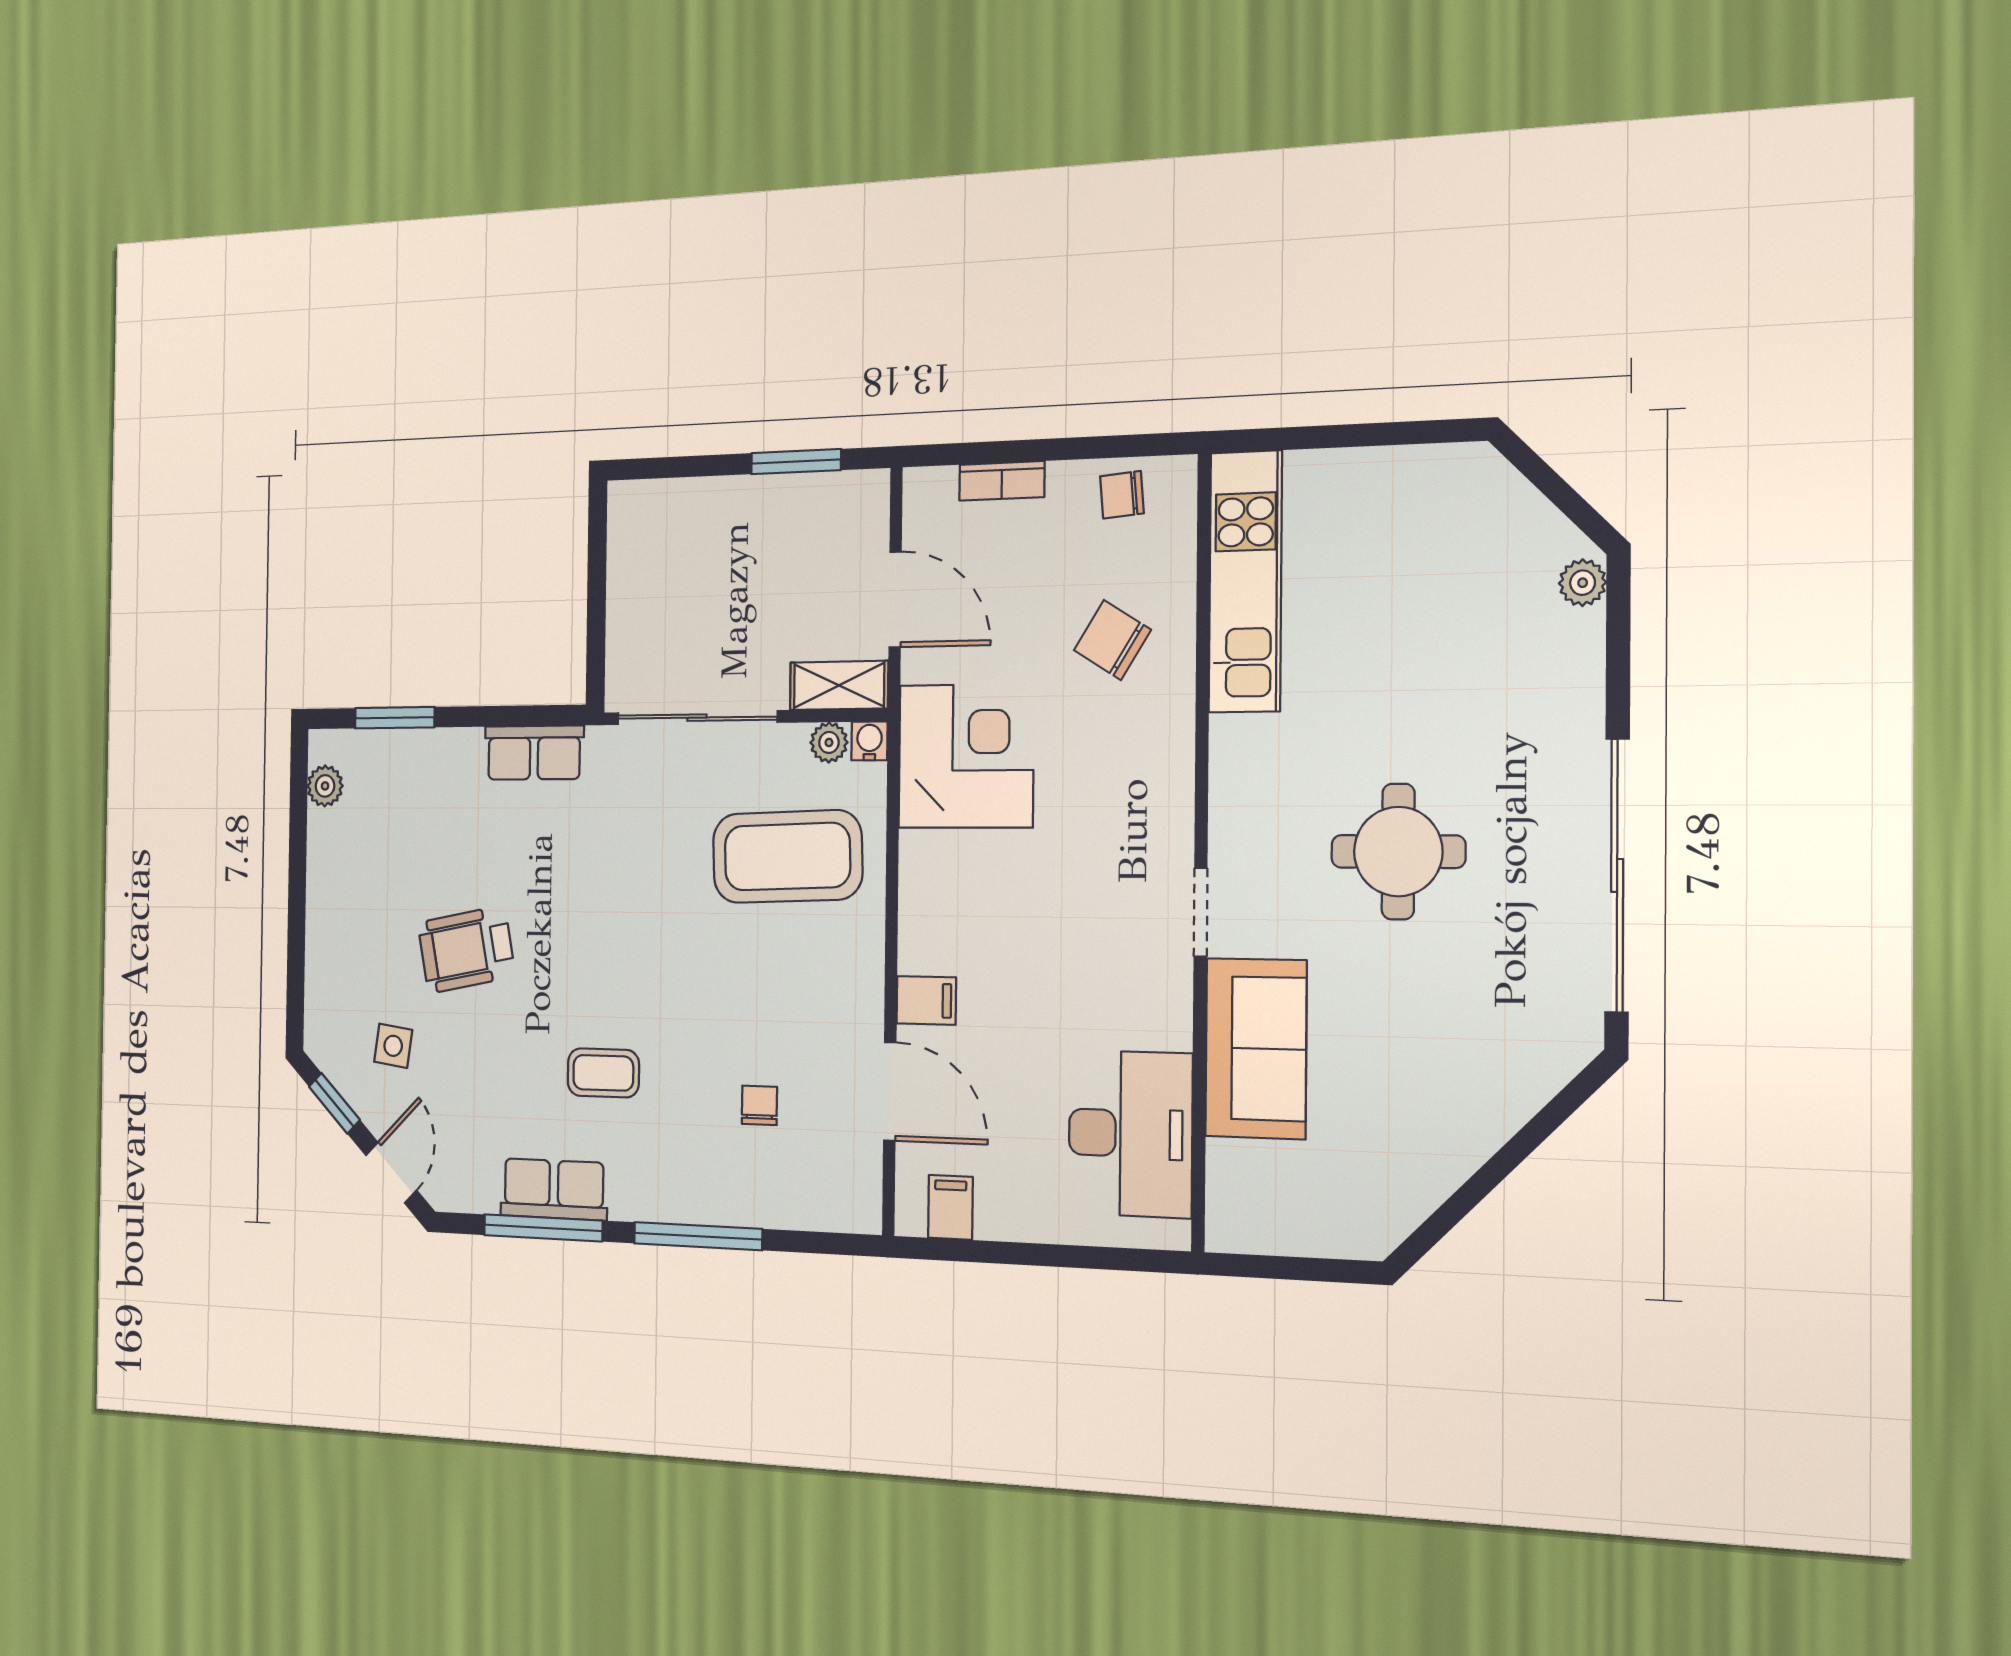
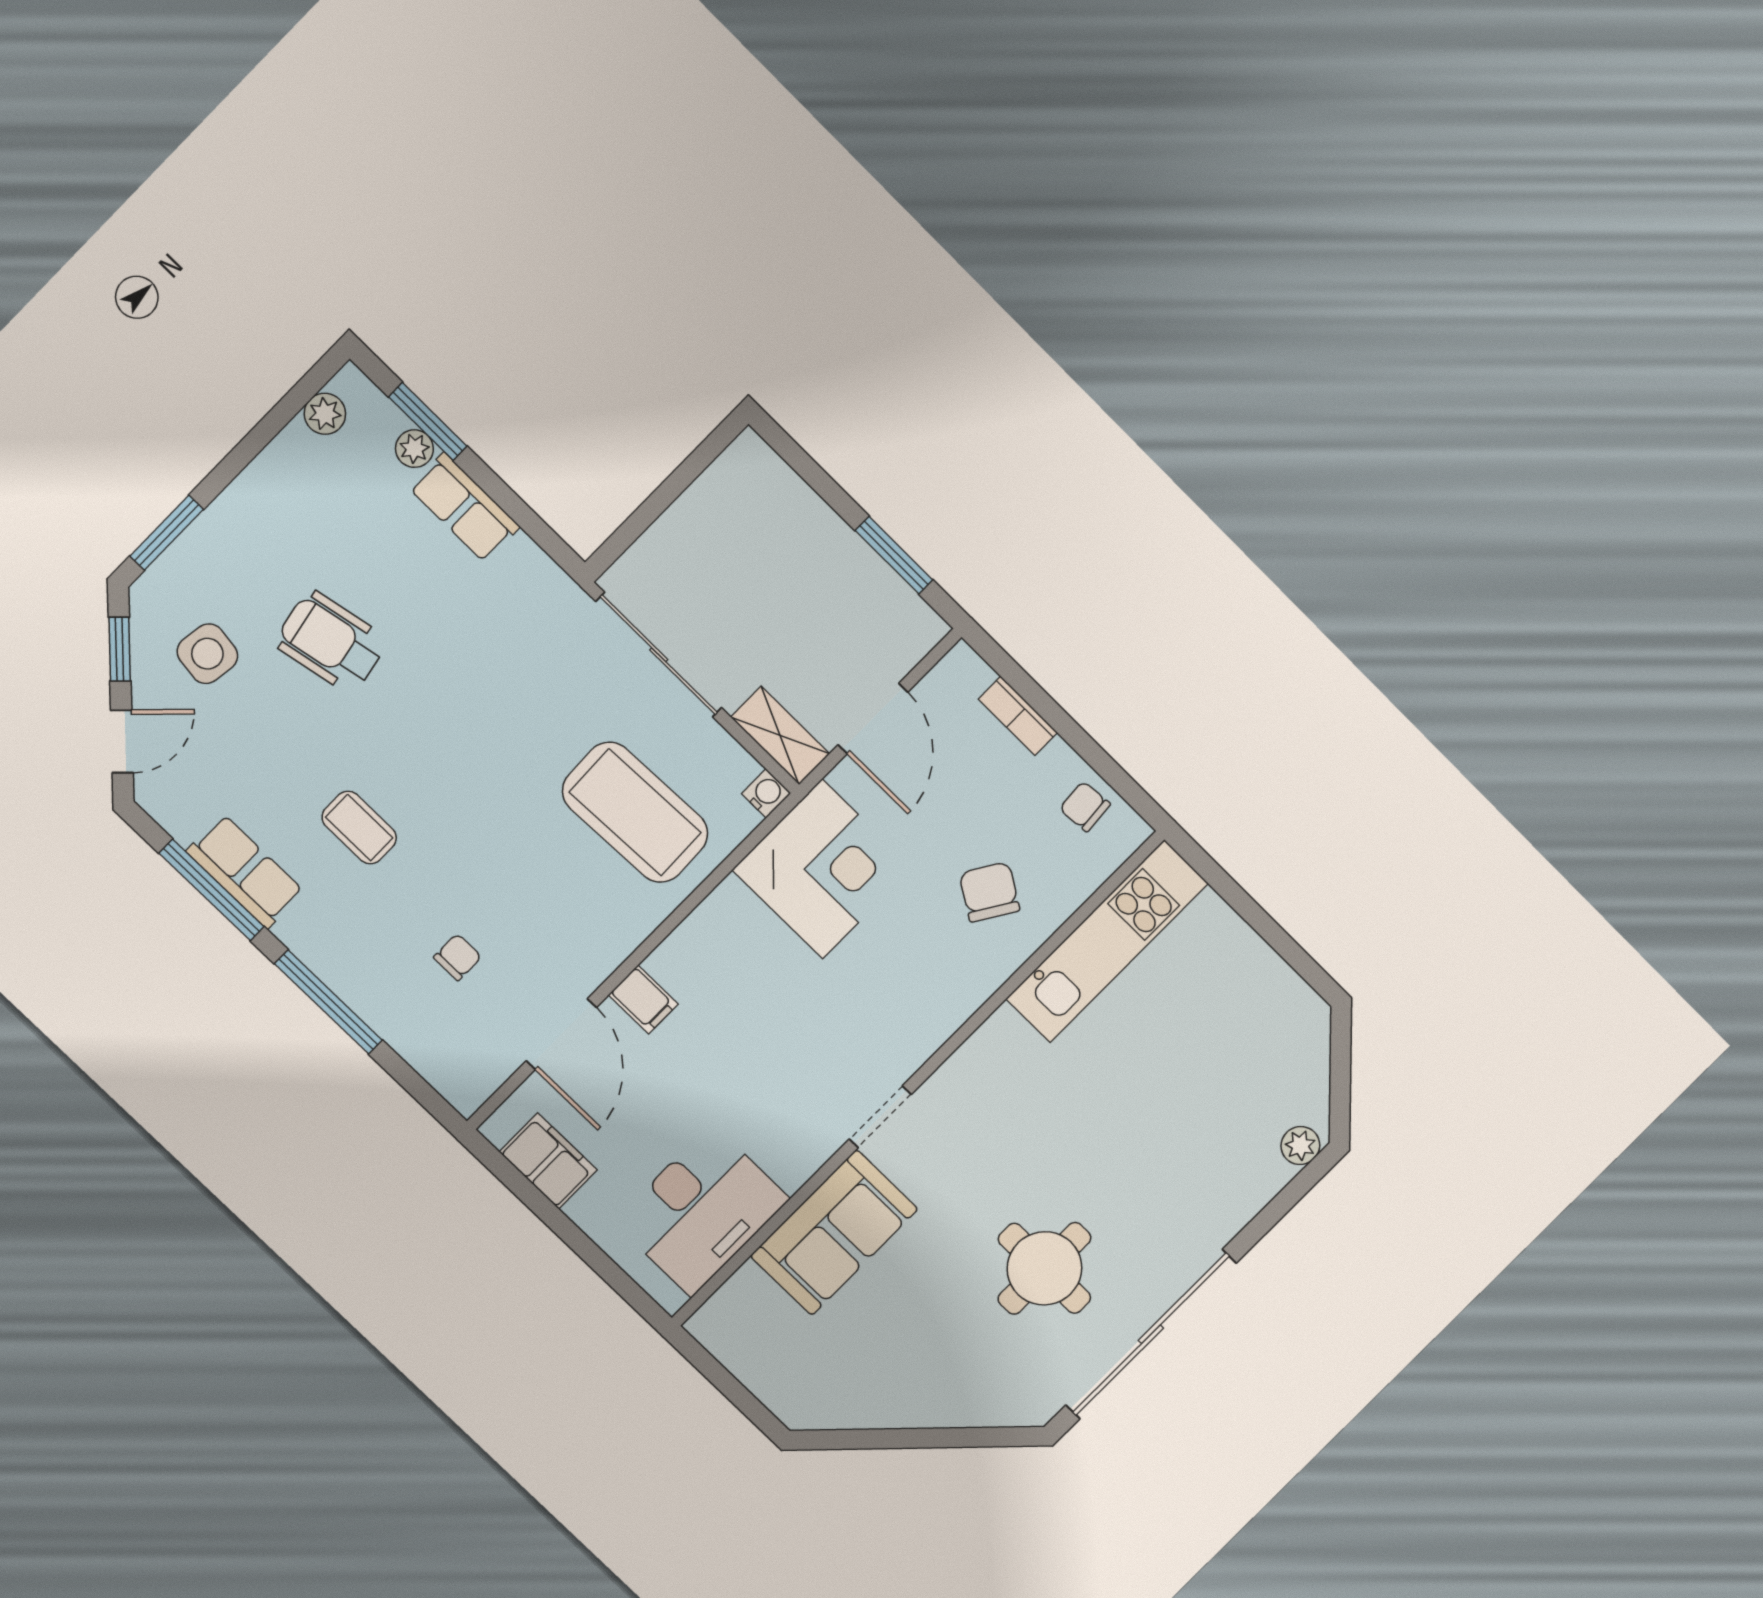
plant: (829, 742) -> (414, 449), moved
row of seats: (534, 753) -> (464, 507), moved
round table: (1398, 852) -> (1044, 1268), moved
window: (296, 983) -> (167, 533), added
side table: (393, 1046) -> (207, 654), width x1.37, depth x1.37
filing cabinet: (951, 1207) -> (548, 1161), width x2.00

